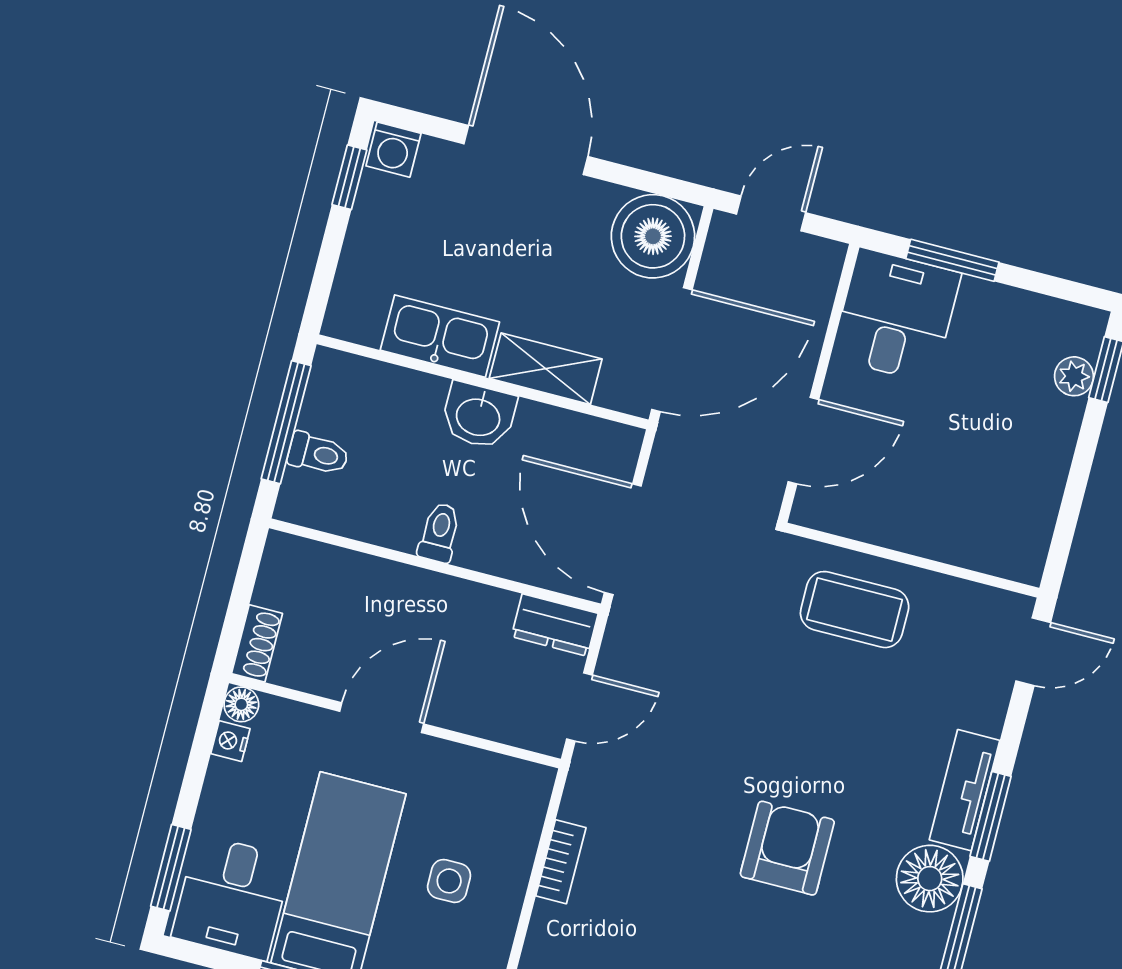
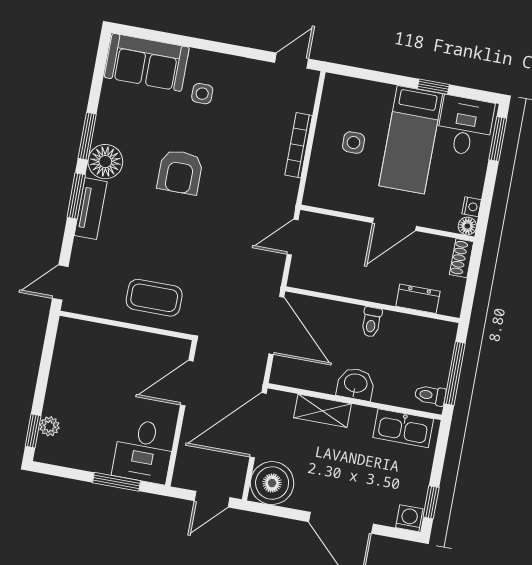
kitchen sink: (440, 336) -> (403, 428), moved
toilet: (318, 454) -> (430, 395), moved
dresser: (555, 625) -> (418, 299), moved
bookcase: (561, 862) -> (299, 145), width x1.56

